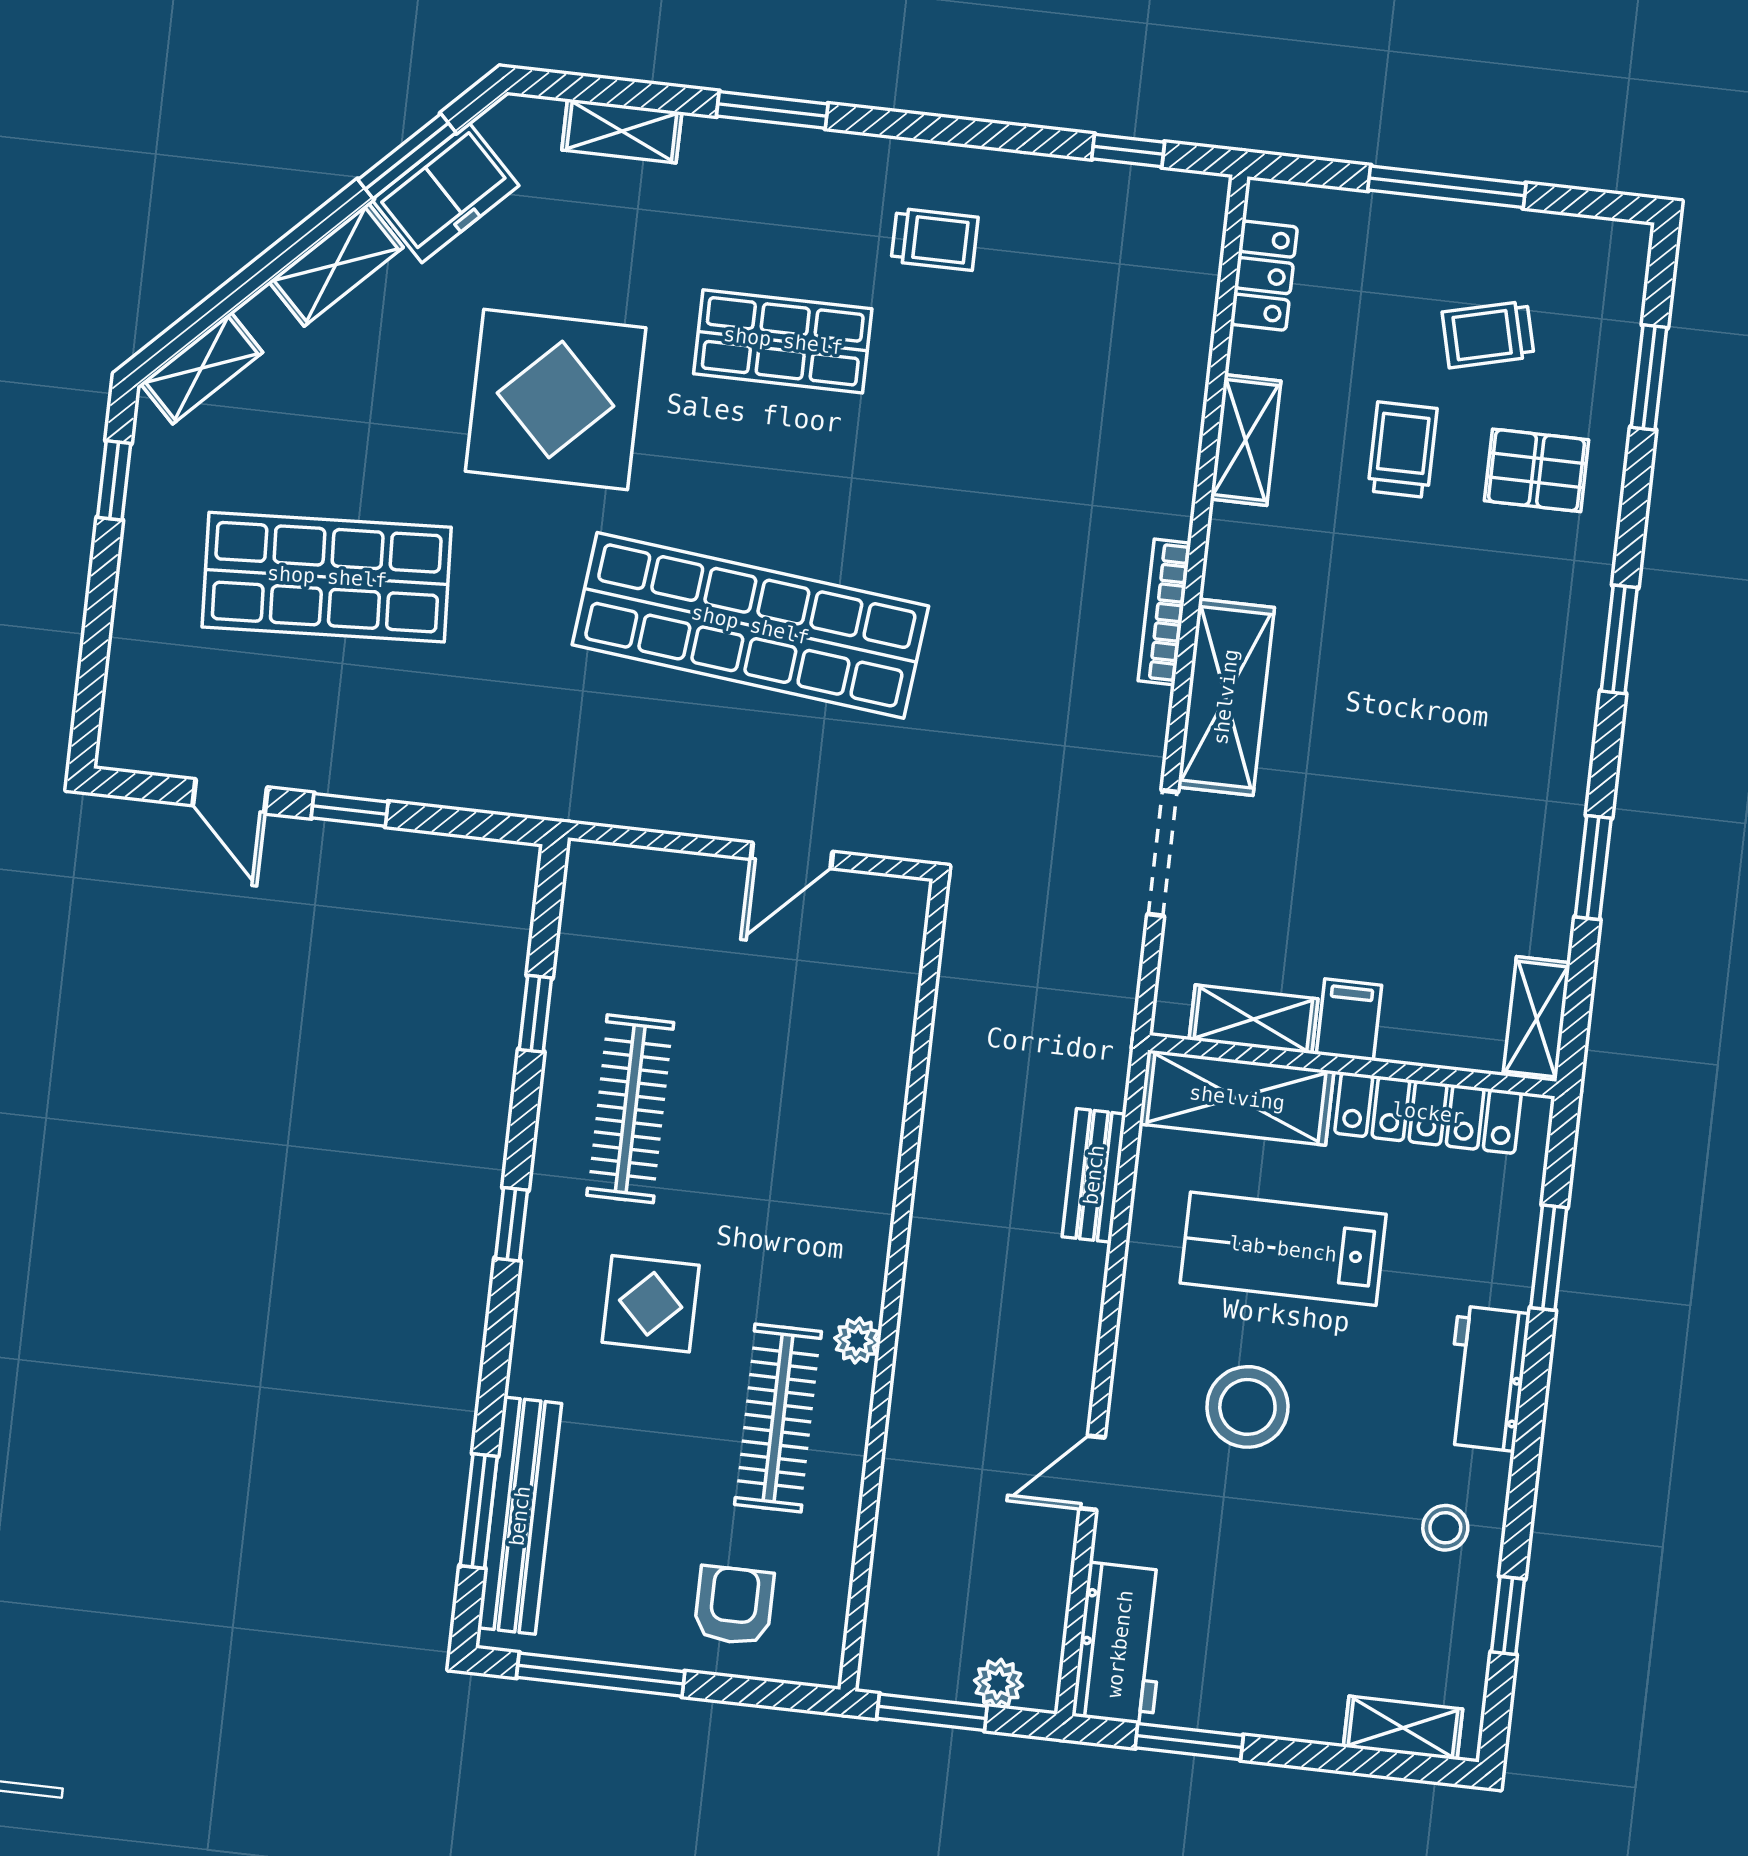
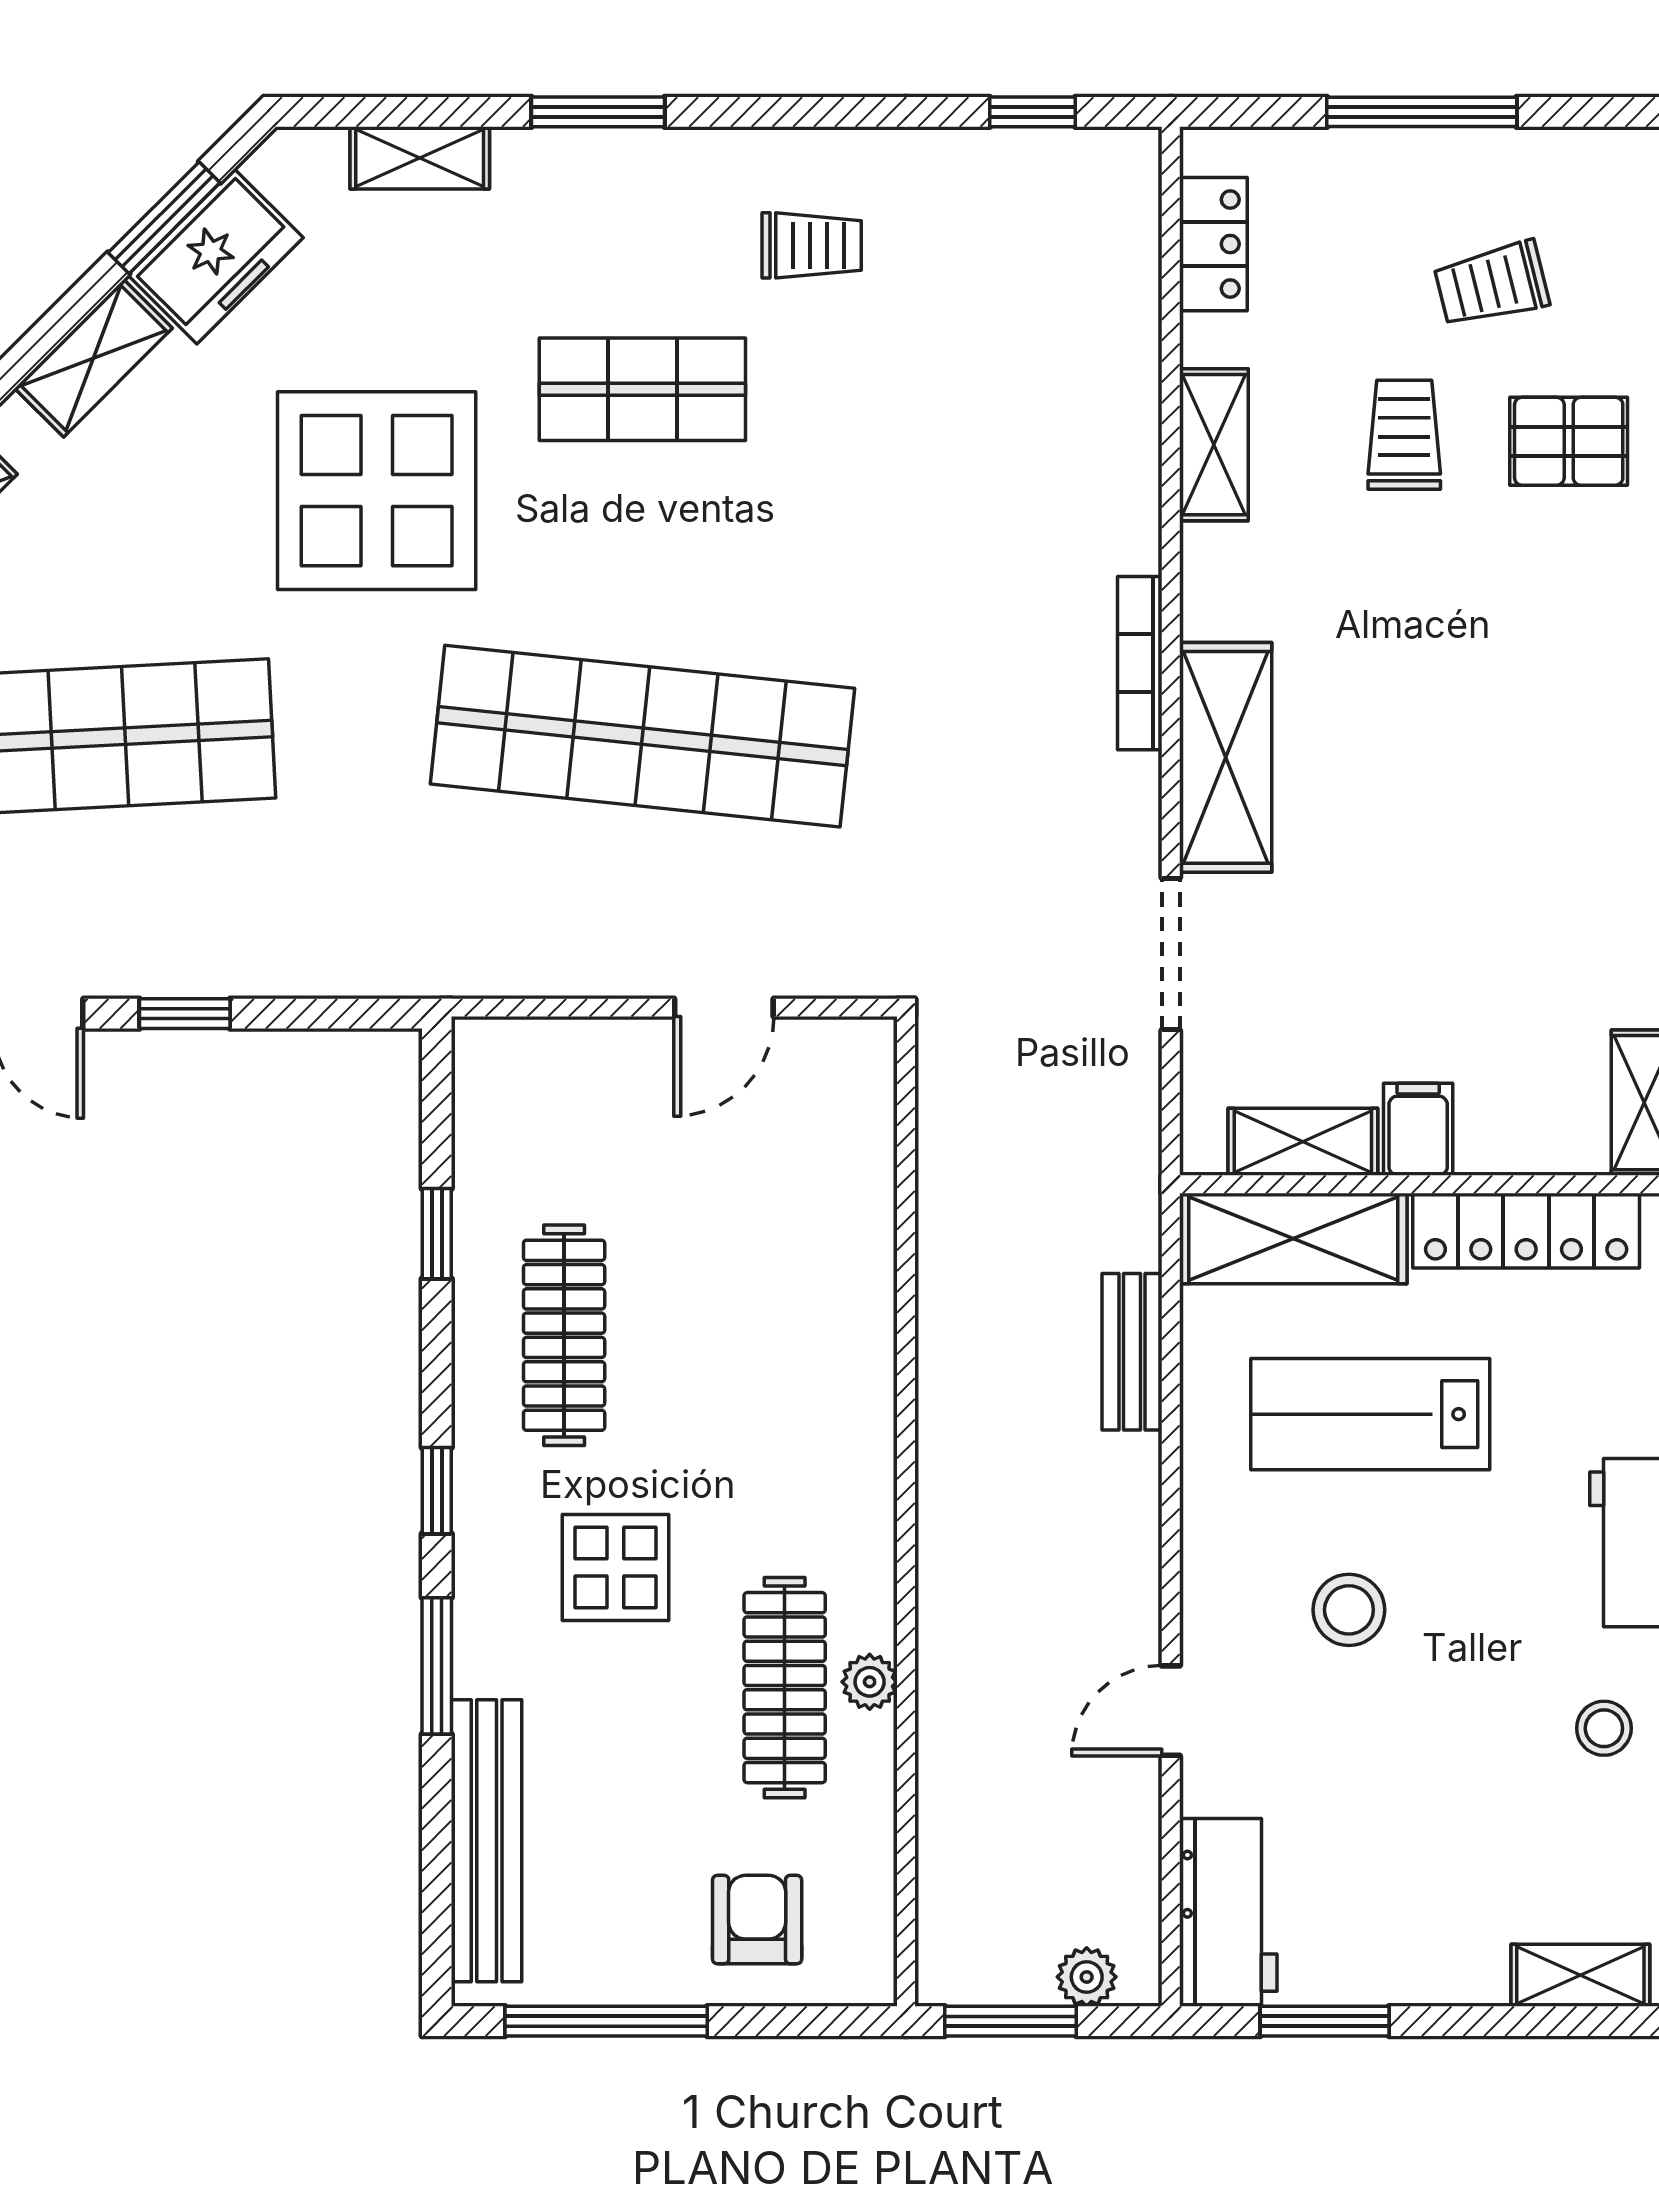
plant: (857, 1340) -> (870, 1682), moved
stool: (1247, 1407) -> (1349, 1610), width x0.73, depth x0.73
window: (479, 1511) -> (437, 1666), moved

